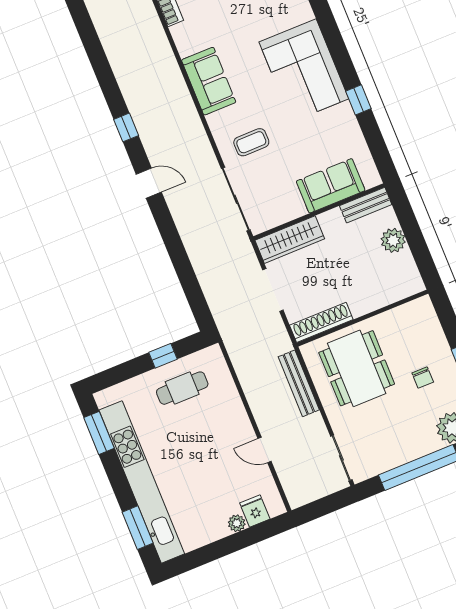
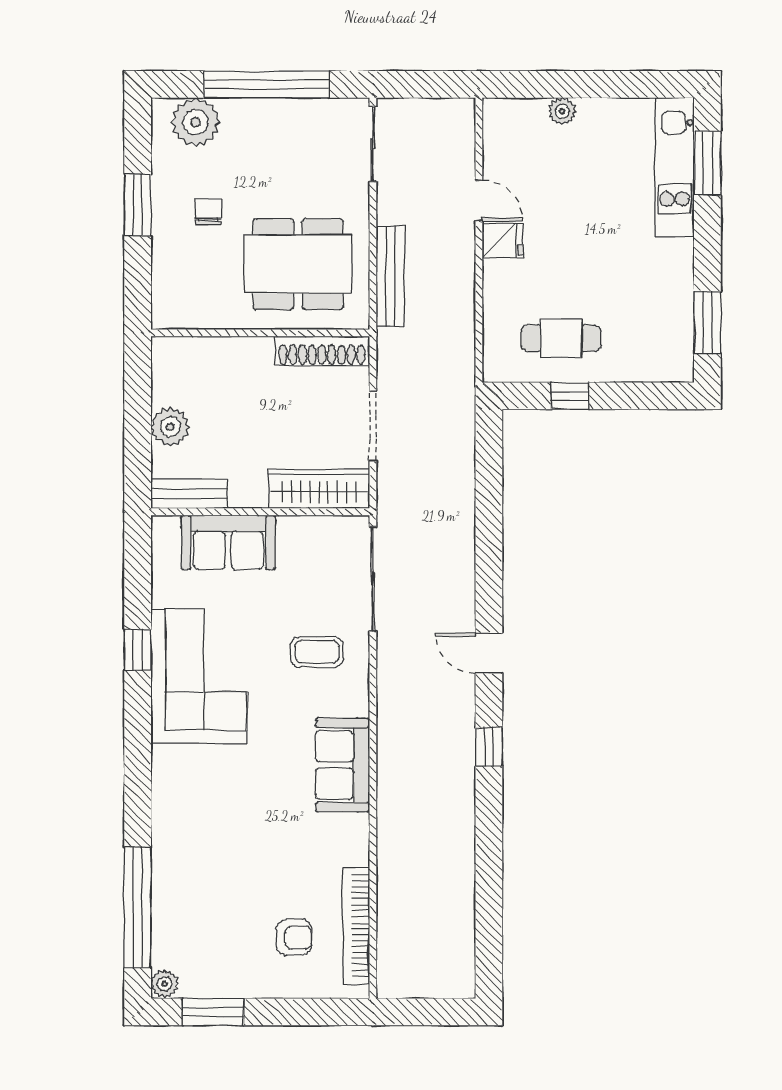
corner sofa: (304, 70) -> (199, 676), moved
dining table: (357, 368) -> (298, 264), turned 90
kitchen unit: (142, 482) -> (675, 167), width x0.54
fridge: (255, 511) -> (503, 241), moved, turned -90

